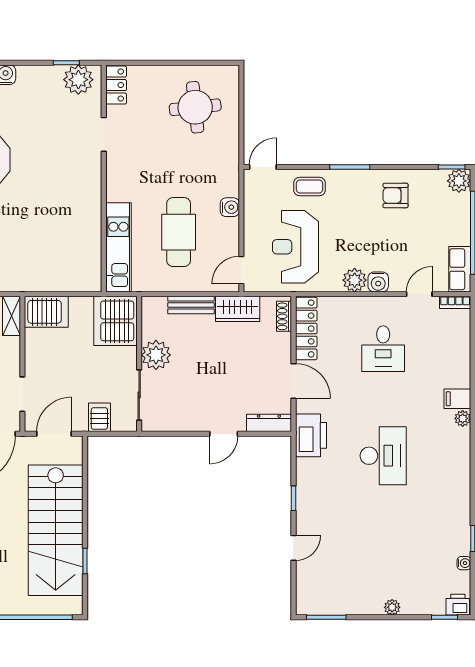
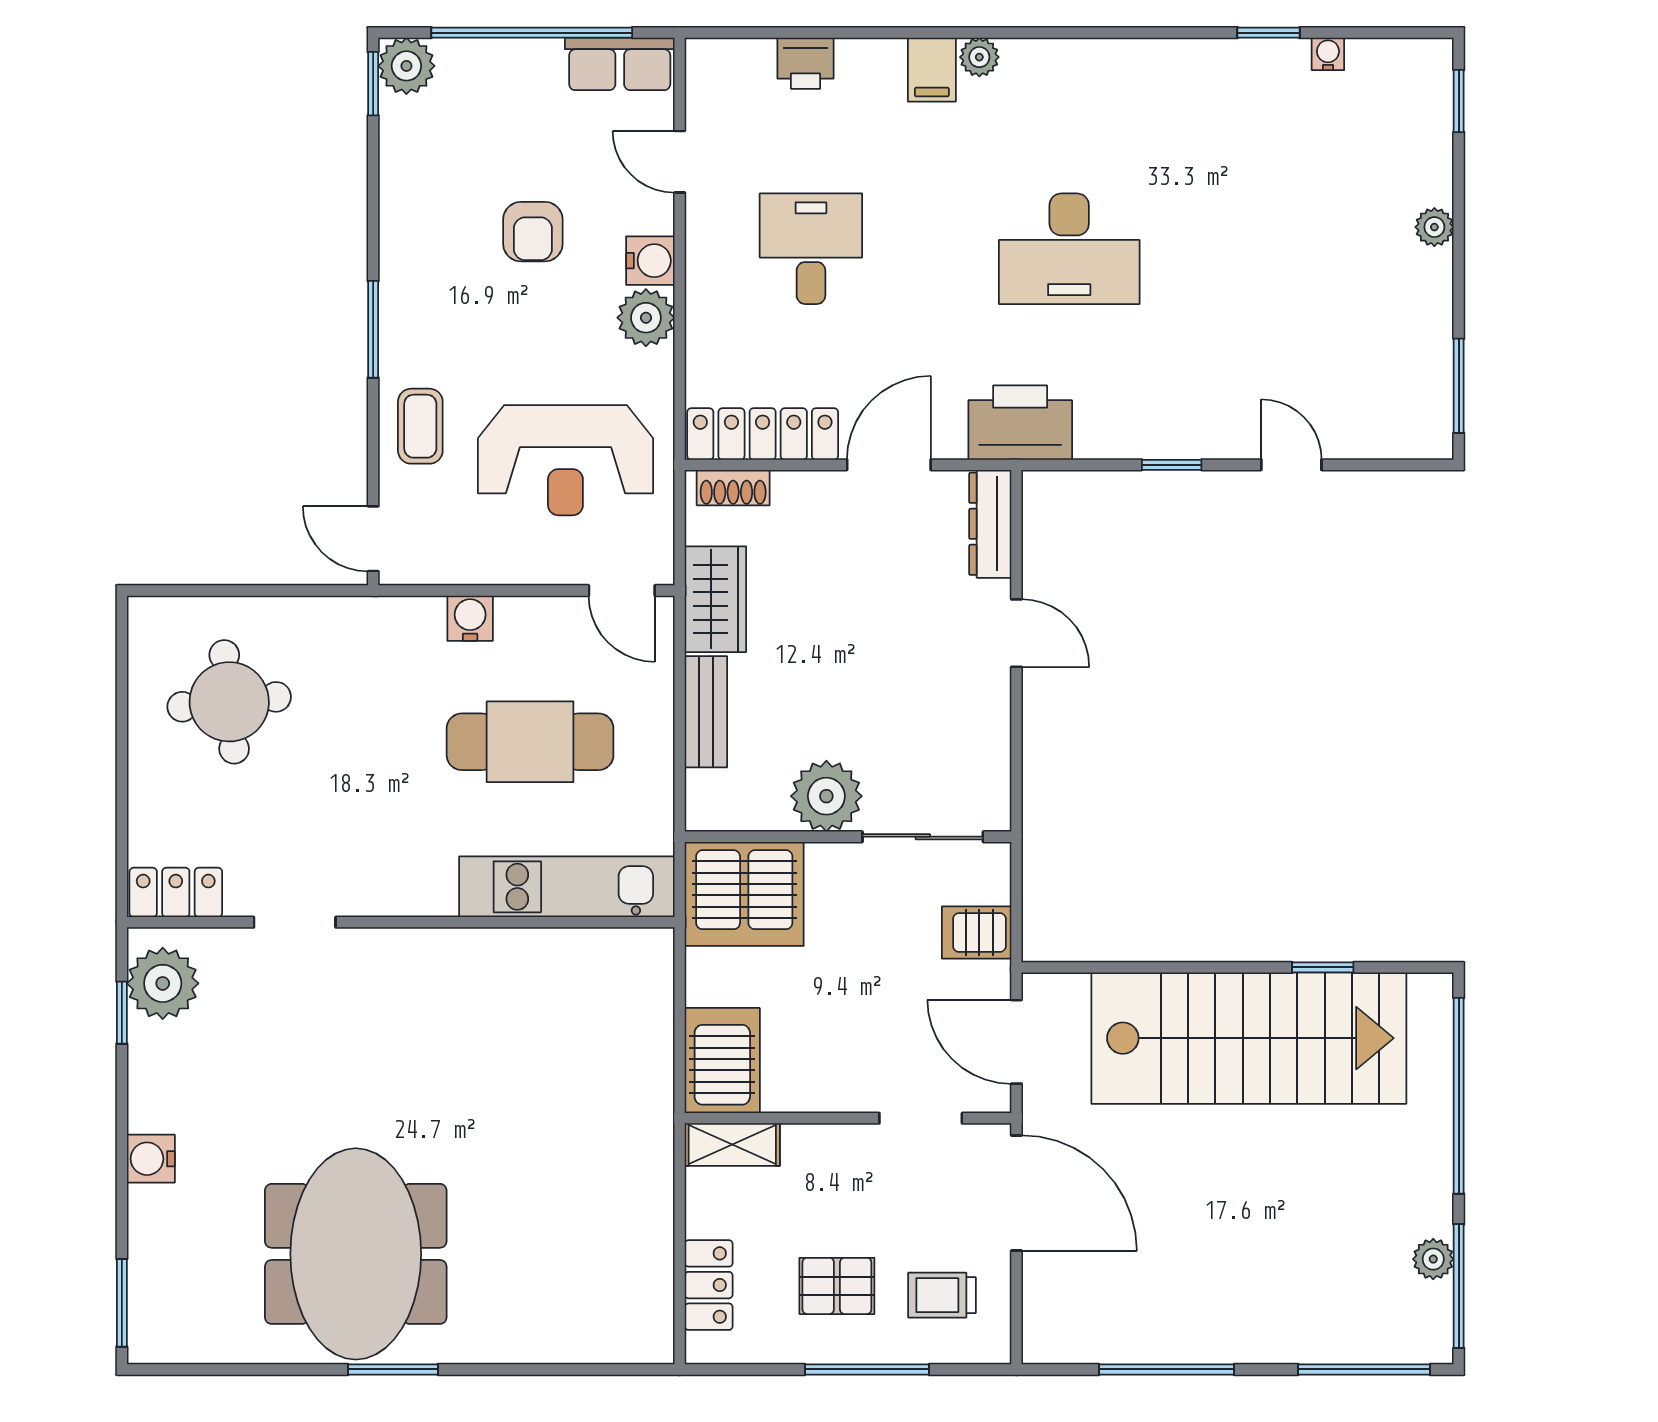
armchair: (396, 195) -> (533, 232), moved
bookcase: (455, 302) -> (700, 75), removed
desk: (383, 349) -> (811, 249), turned -90
desk: (383, 456) -> (1069, 249), turned 180
printer: (458, 605) -> (806, 63), moved, turned -90

